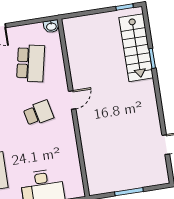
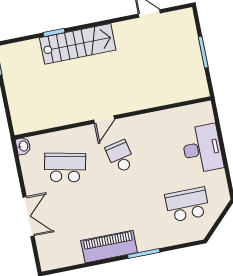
stairs: (136, 48) -> (78, 44), moved
door: (72, 100) -> (104, 120), swing flipped

